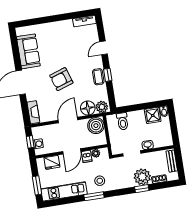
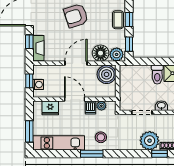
window: (111, 96) -> (129, 44), added
window: (25, 108) -> (29, 42), added
toilet: (123, 121) -> (157, 75), moved
door: (72, 151) -> (75, 99), swing flipped
window: (142, 189) -> (160, 154), moved

